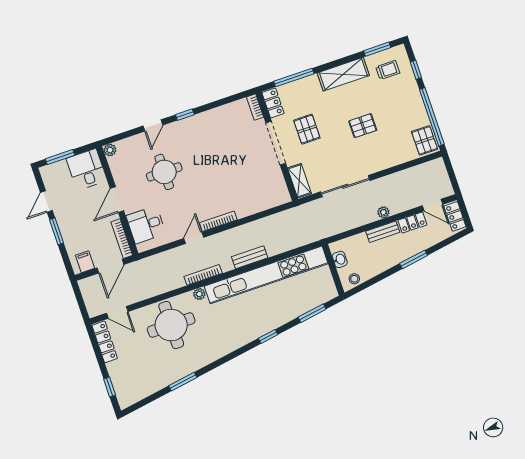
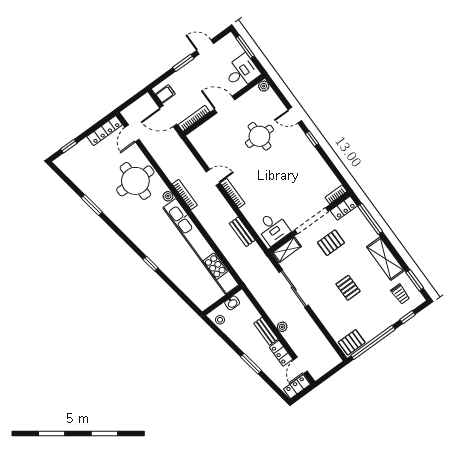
desk: (146, 225) -> (273, 228), moved, turned 180
bench: (250, 257) -> (242, 232), moved
window: (312, 313) -> (181, 294), removed

